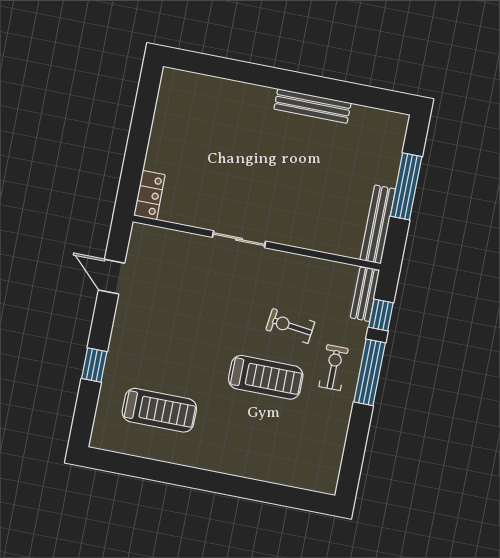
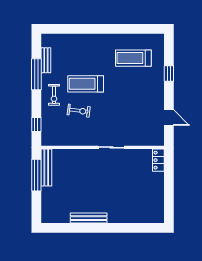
window: (406, 186) -> (36, 175), moved
bench: (365, 294) -> (46, 60), moved
window: (370, 372) -> (36, 74), moved

